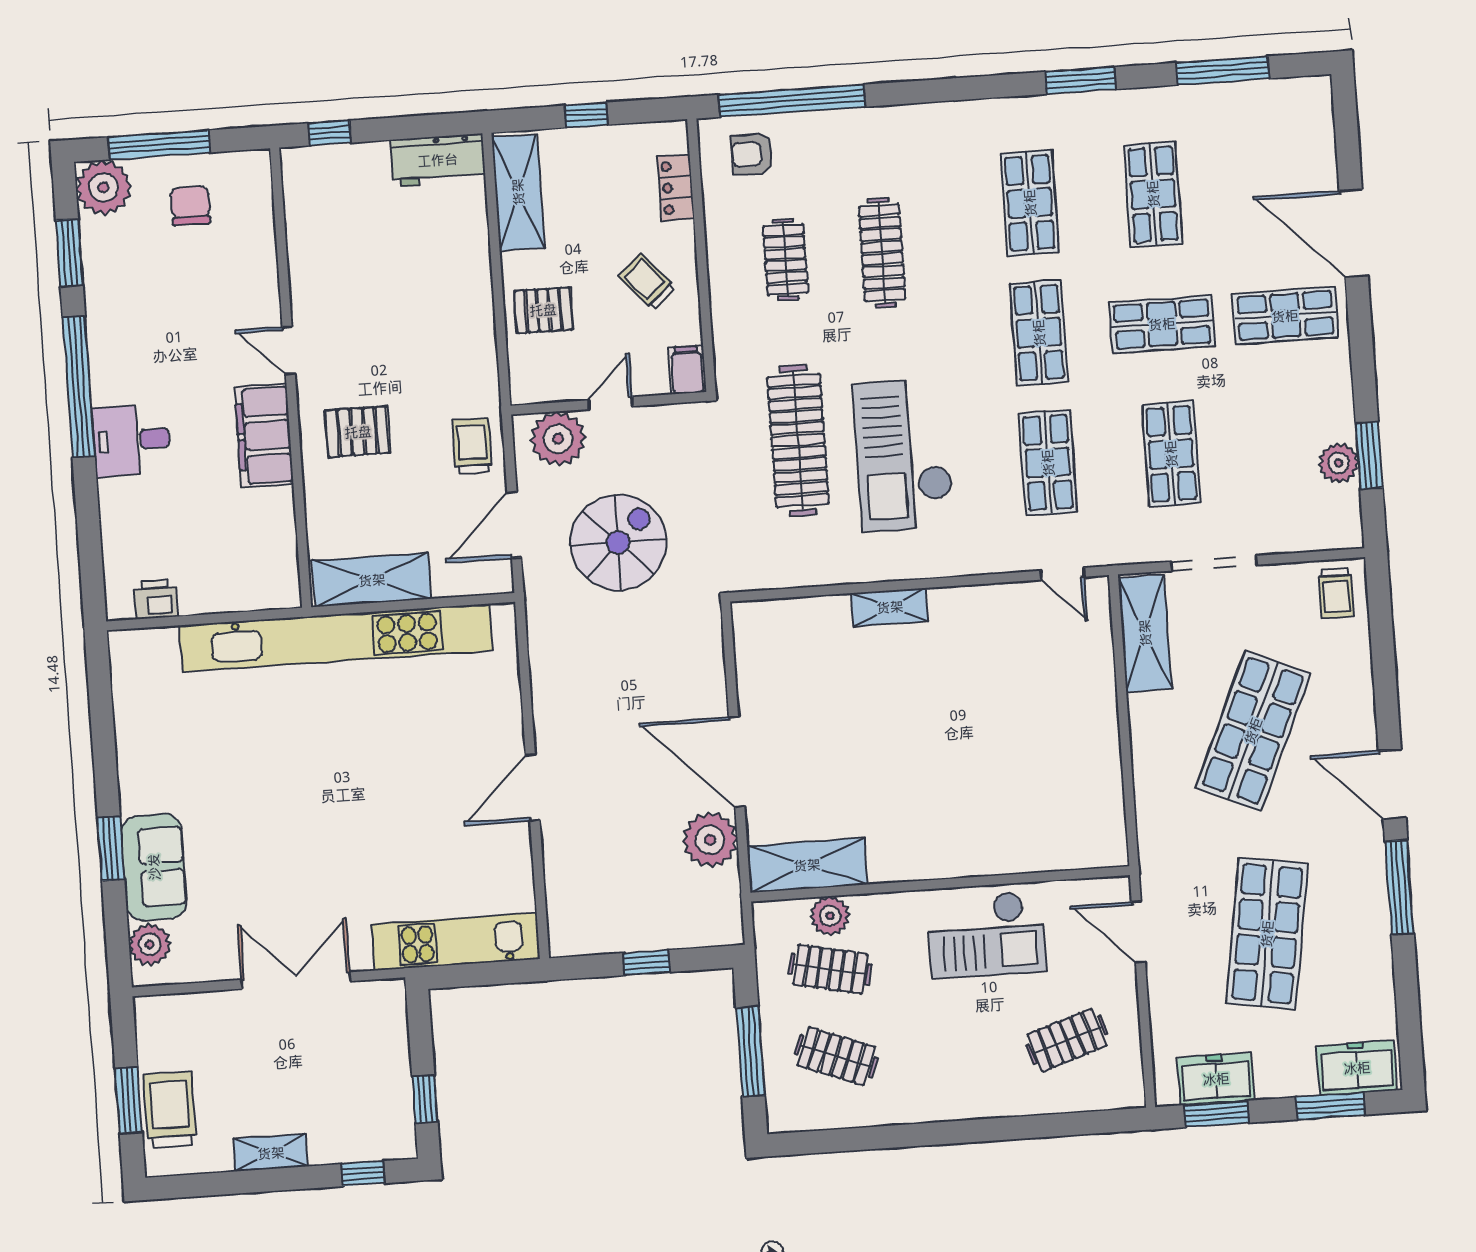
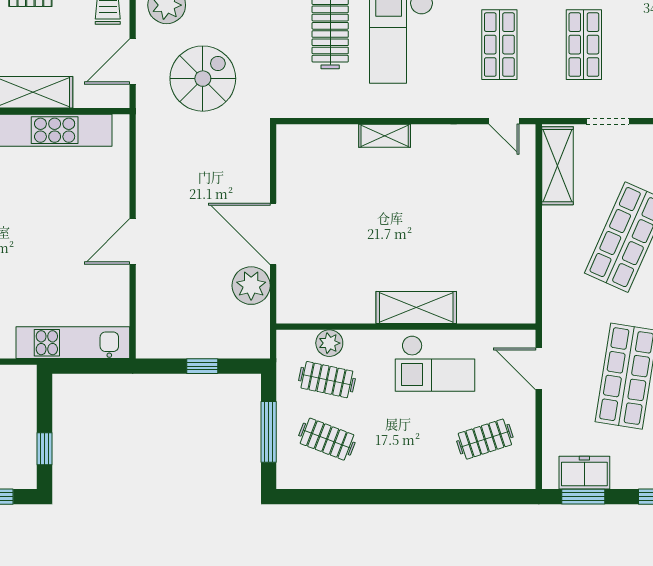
doorway: (1214, 563) -> (608, 121), width x0.73
shelving: (807, 865) -> (416, 308), moved

